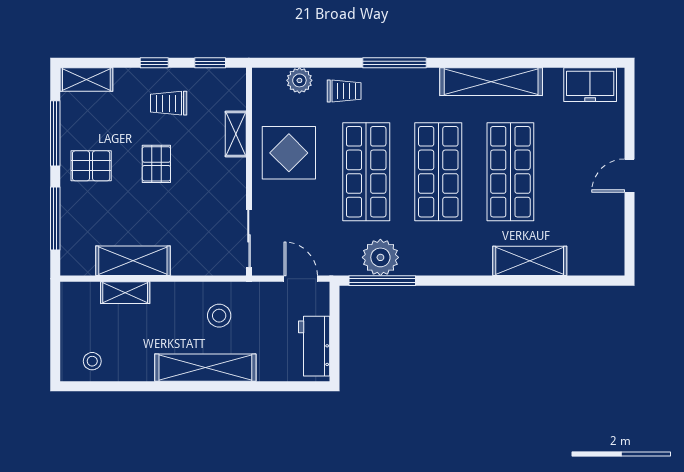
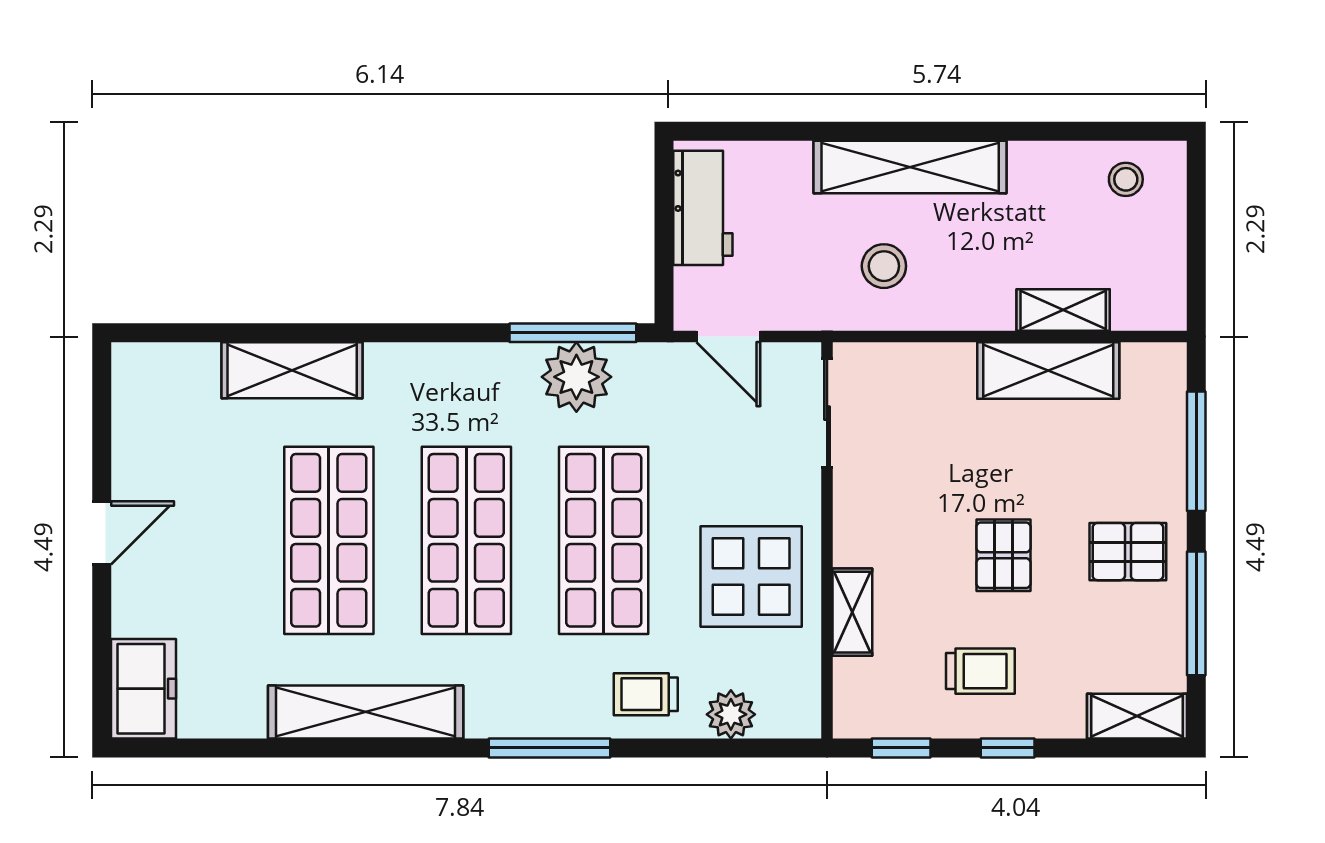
freezer: (590, 85) -> (144, 689), moved, turned 90

